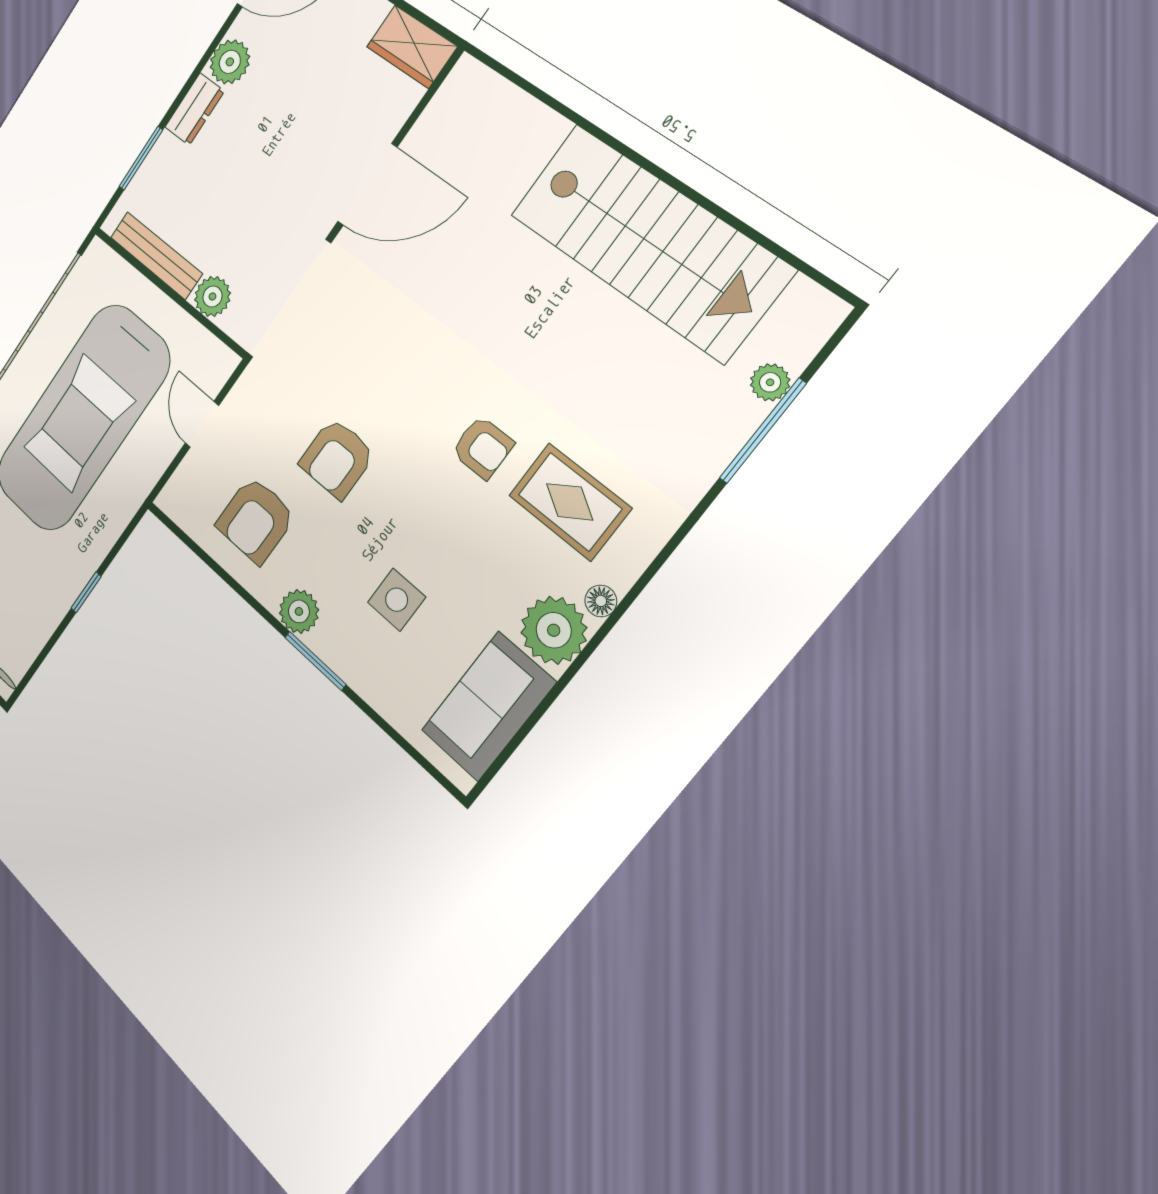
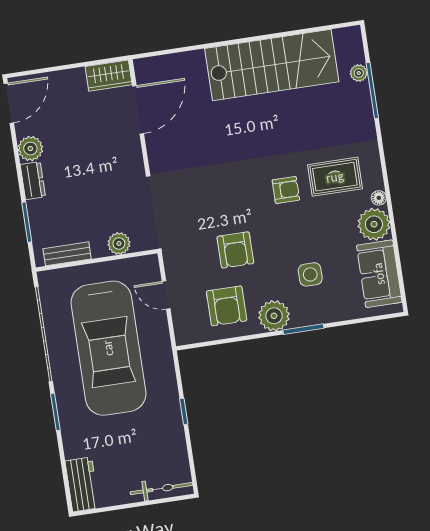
door: (367, 185) -> (138, 110), moved
bench: (156, 255) -> (67, 254), width x0.73
plant: (299, 611) -> (274, 316), width x1.36, depth x1.36

